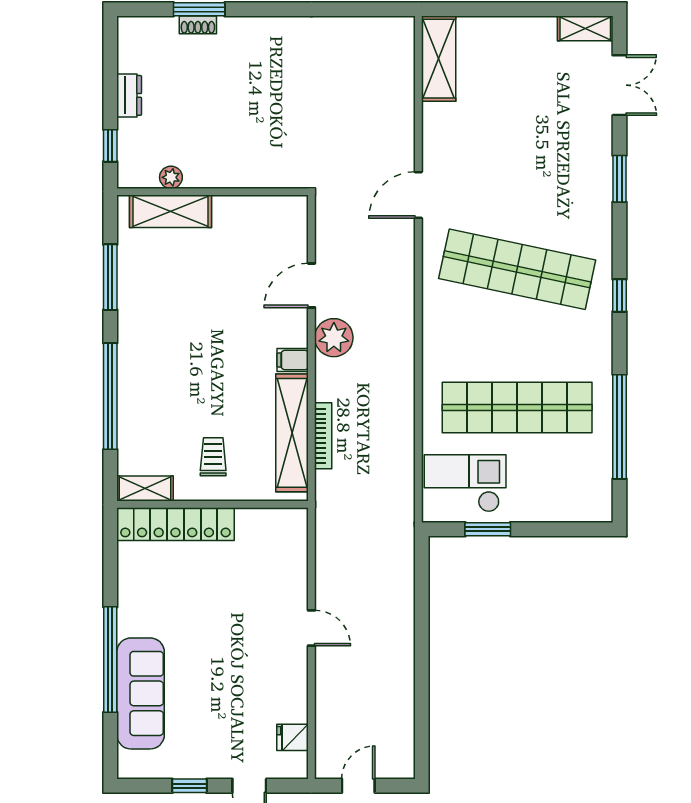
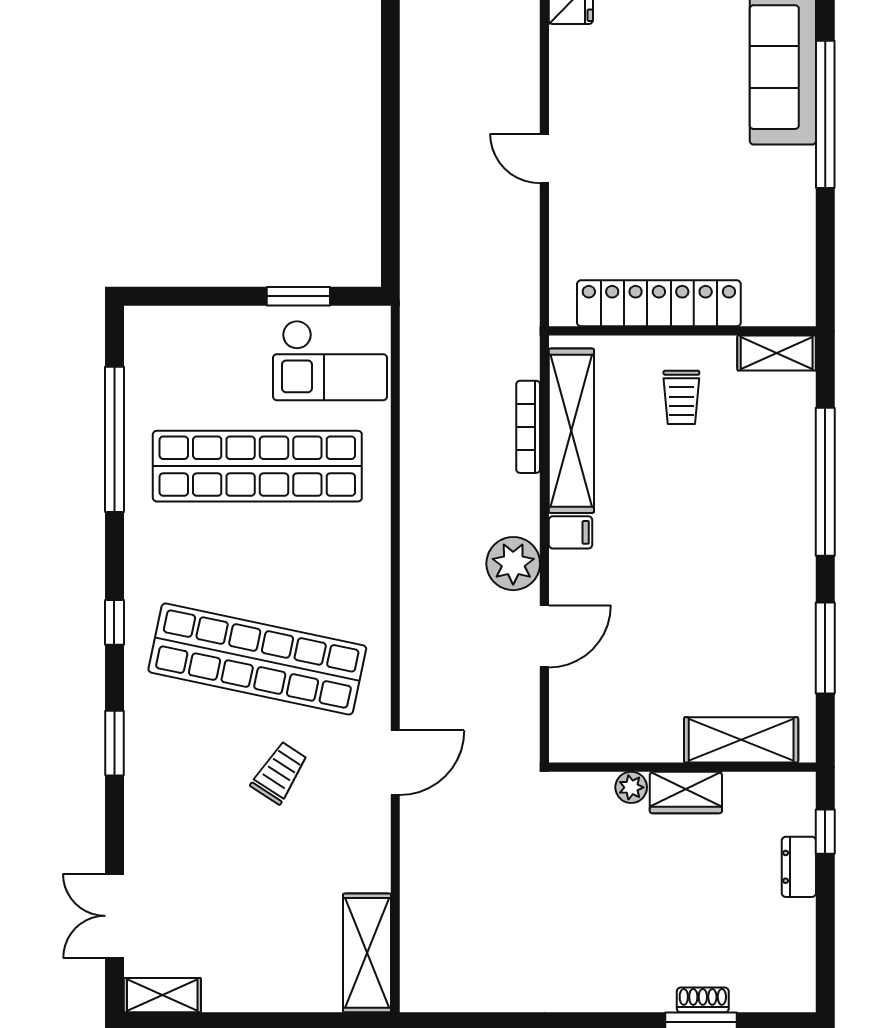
dresser: (129, 95) -> (799, 867), moved
wardrobe: (210, 174) -> (686, 792), added
plant: (171, 177) -> (631, 787), moved
window: (620, 179) -> (114, 743), moved
trolley: (501, 188) -> (279, 773), added
locker: (175, 524) -> (659, 303), moved

